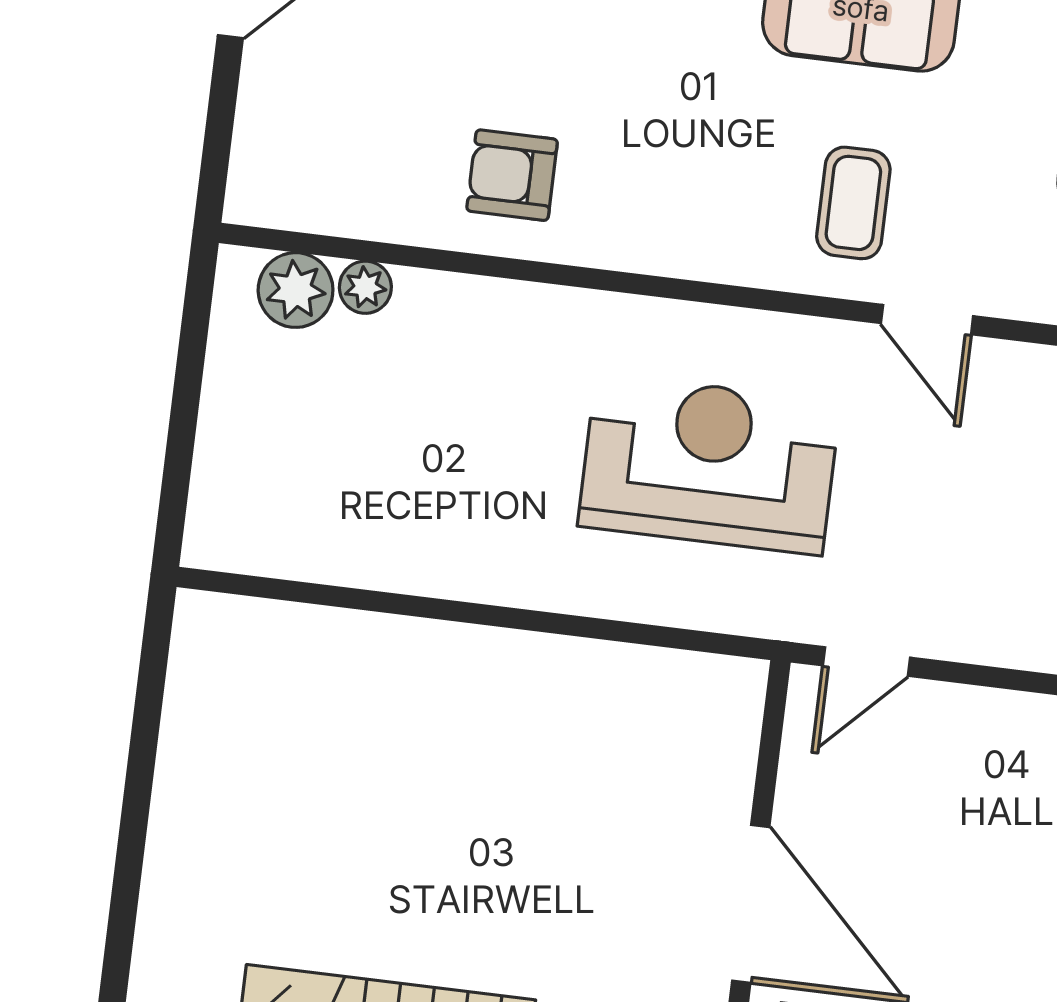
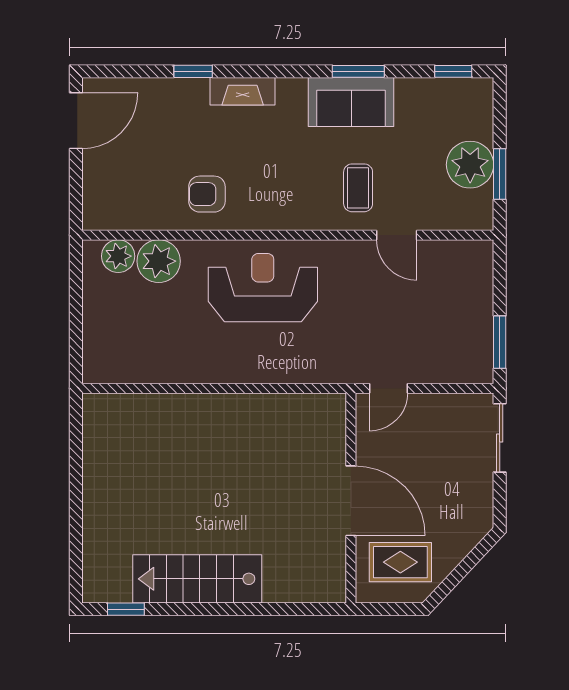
plant: (365, 287) -> (159, 261), width x1.88, depth x1.88
reception desk: (709, 464) -> (263, 288), moved

